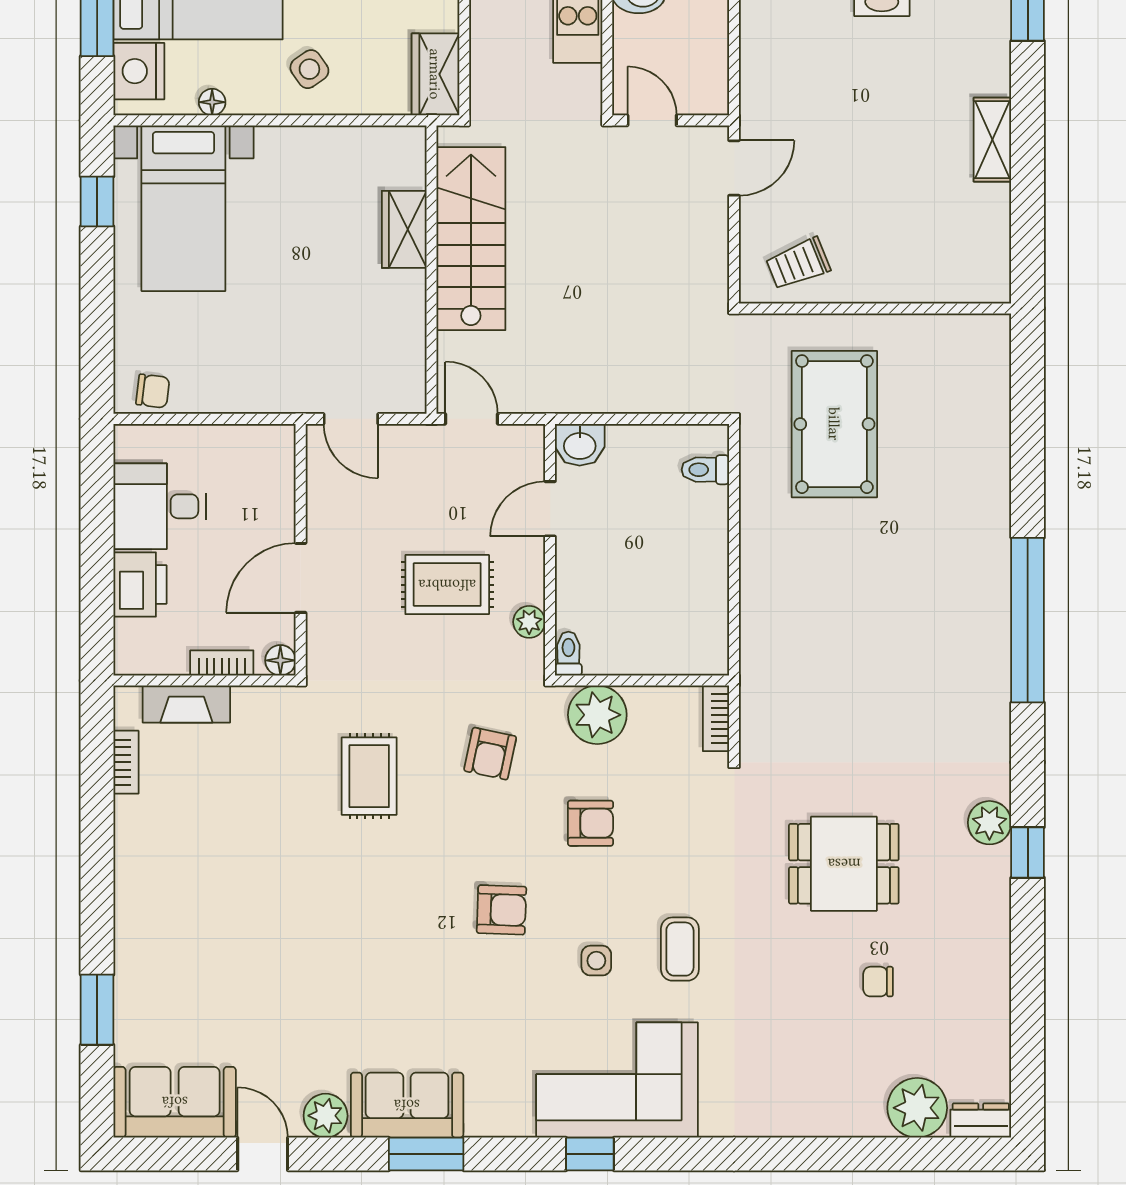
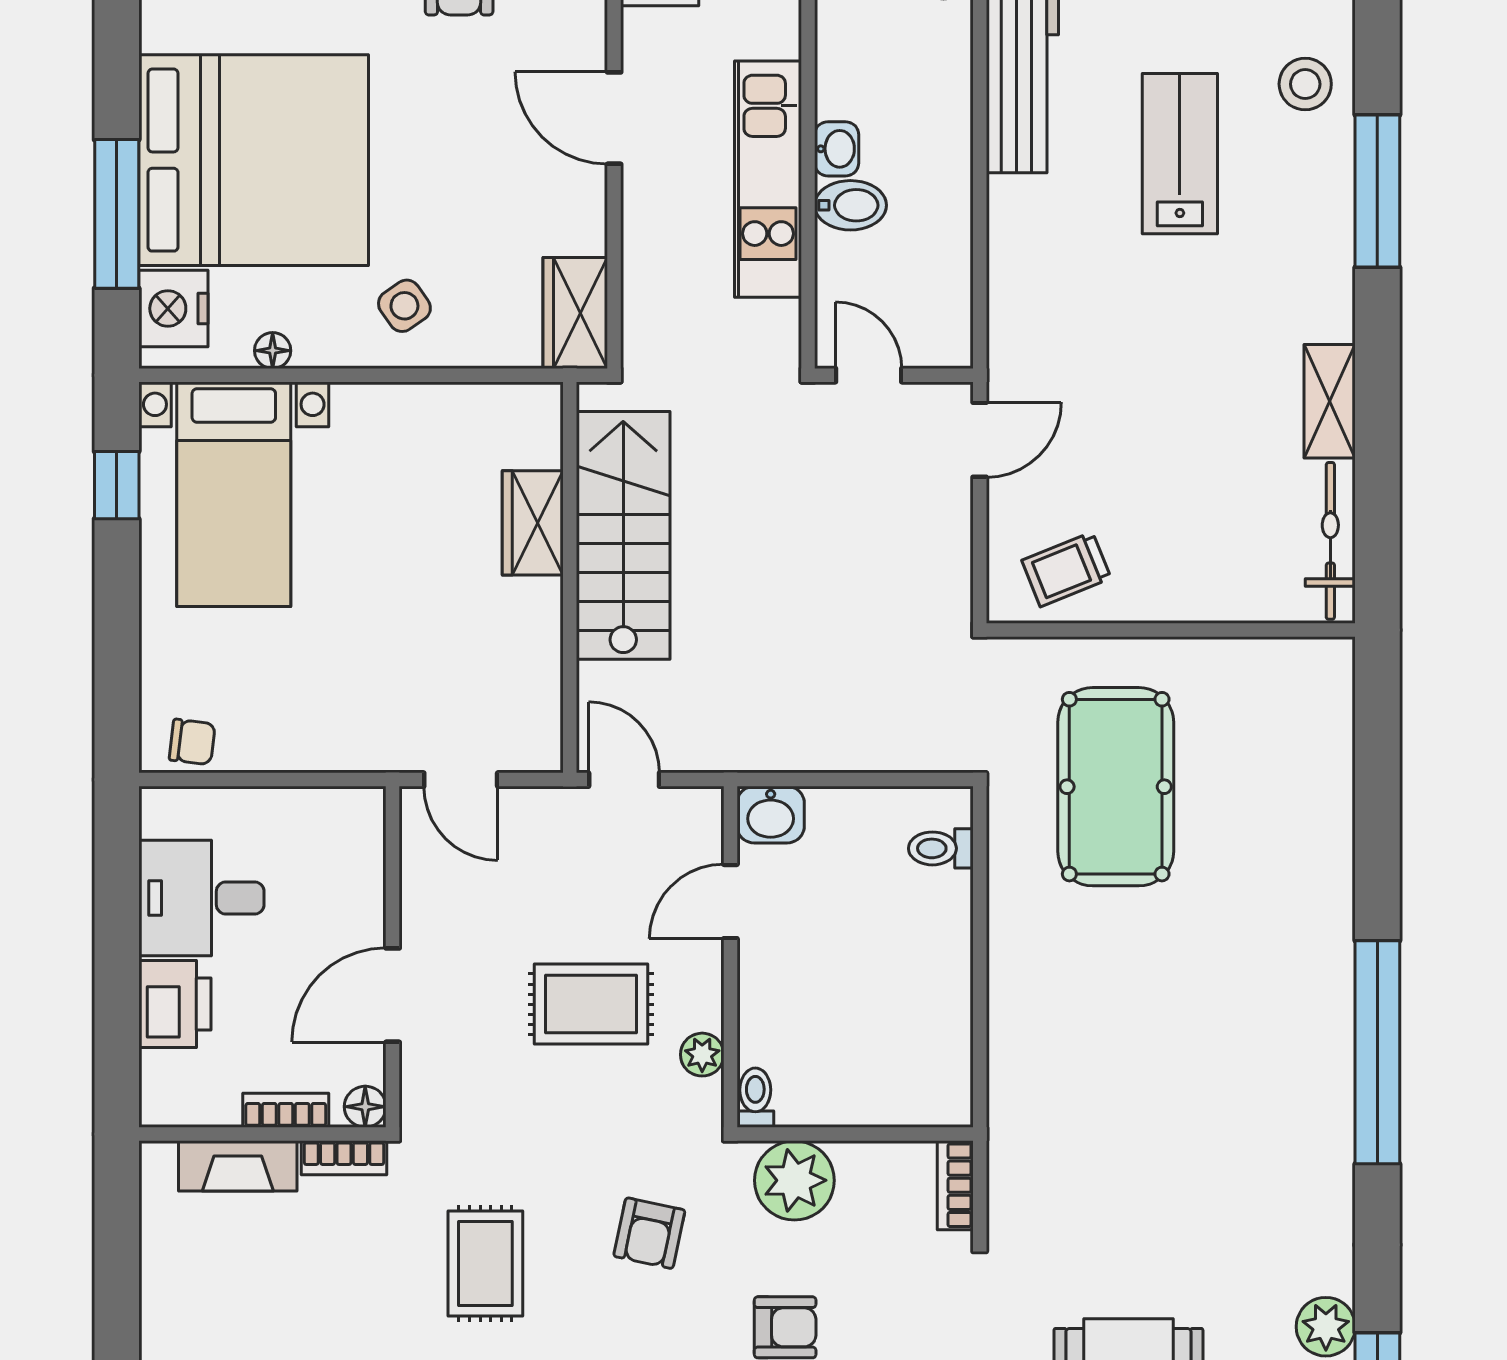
bicycle: (993, 243) -> (1330, 541), added
bookcase: (126, 762) -> (344, 1158), moved, turned 90

